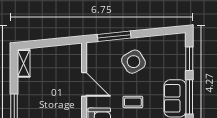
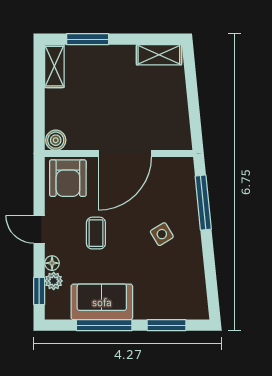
side table: (134, 62) -> (162, 234), width x0.54, depth x0.54
door: (84, 84) -> (125, 154), width x1.36

